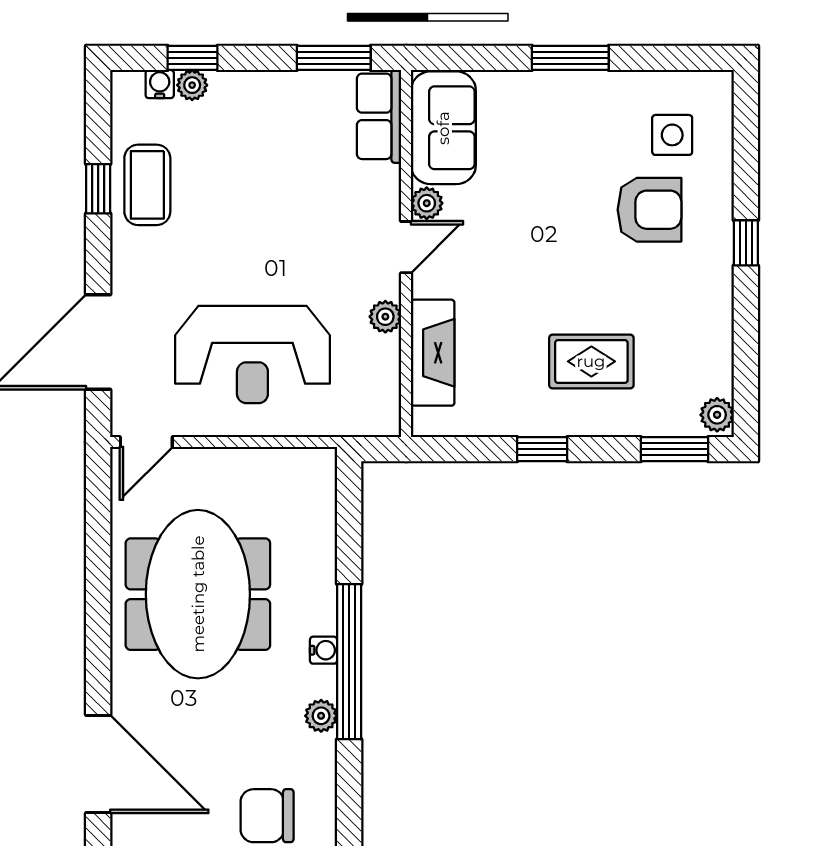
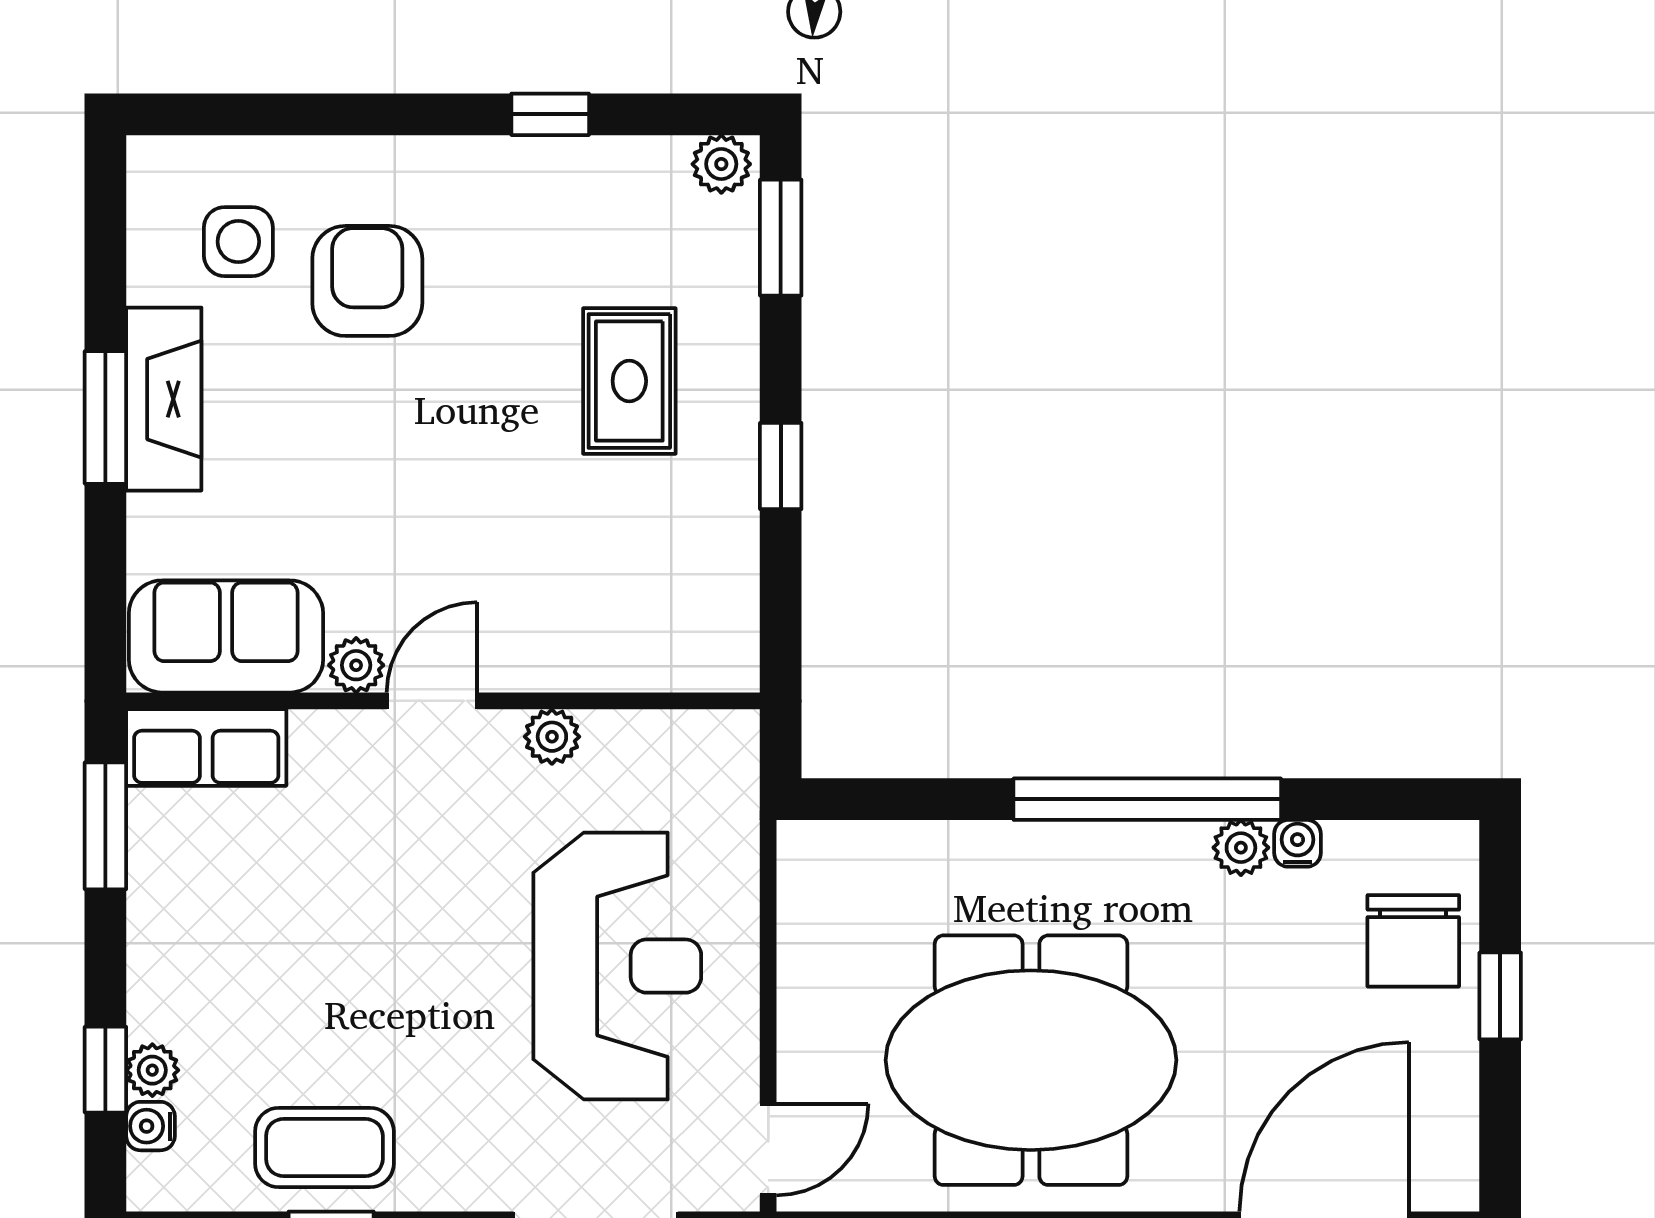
window: (746, 243) -> (550, 114), moved
door: (406, 247) -> (432, 701), hinge flipped
fireplace: (433, 353) -> (164, 399), moved, turned 90
door: (146, 442) -> (768, 1149), hinge flipped
water cooler: (324, 650) -> (1297, 843), moved

